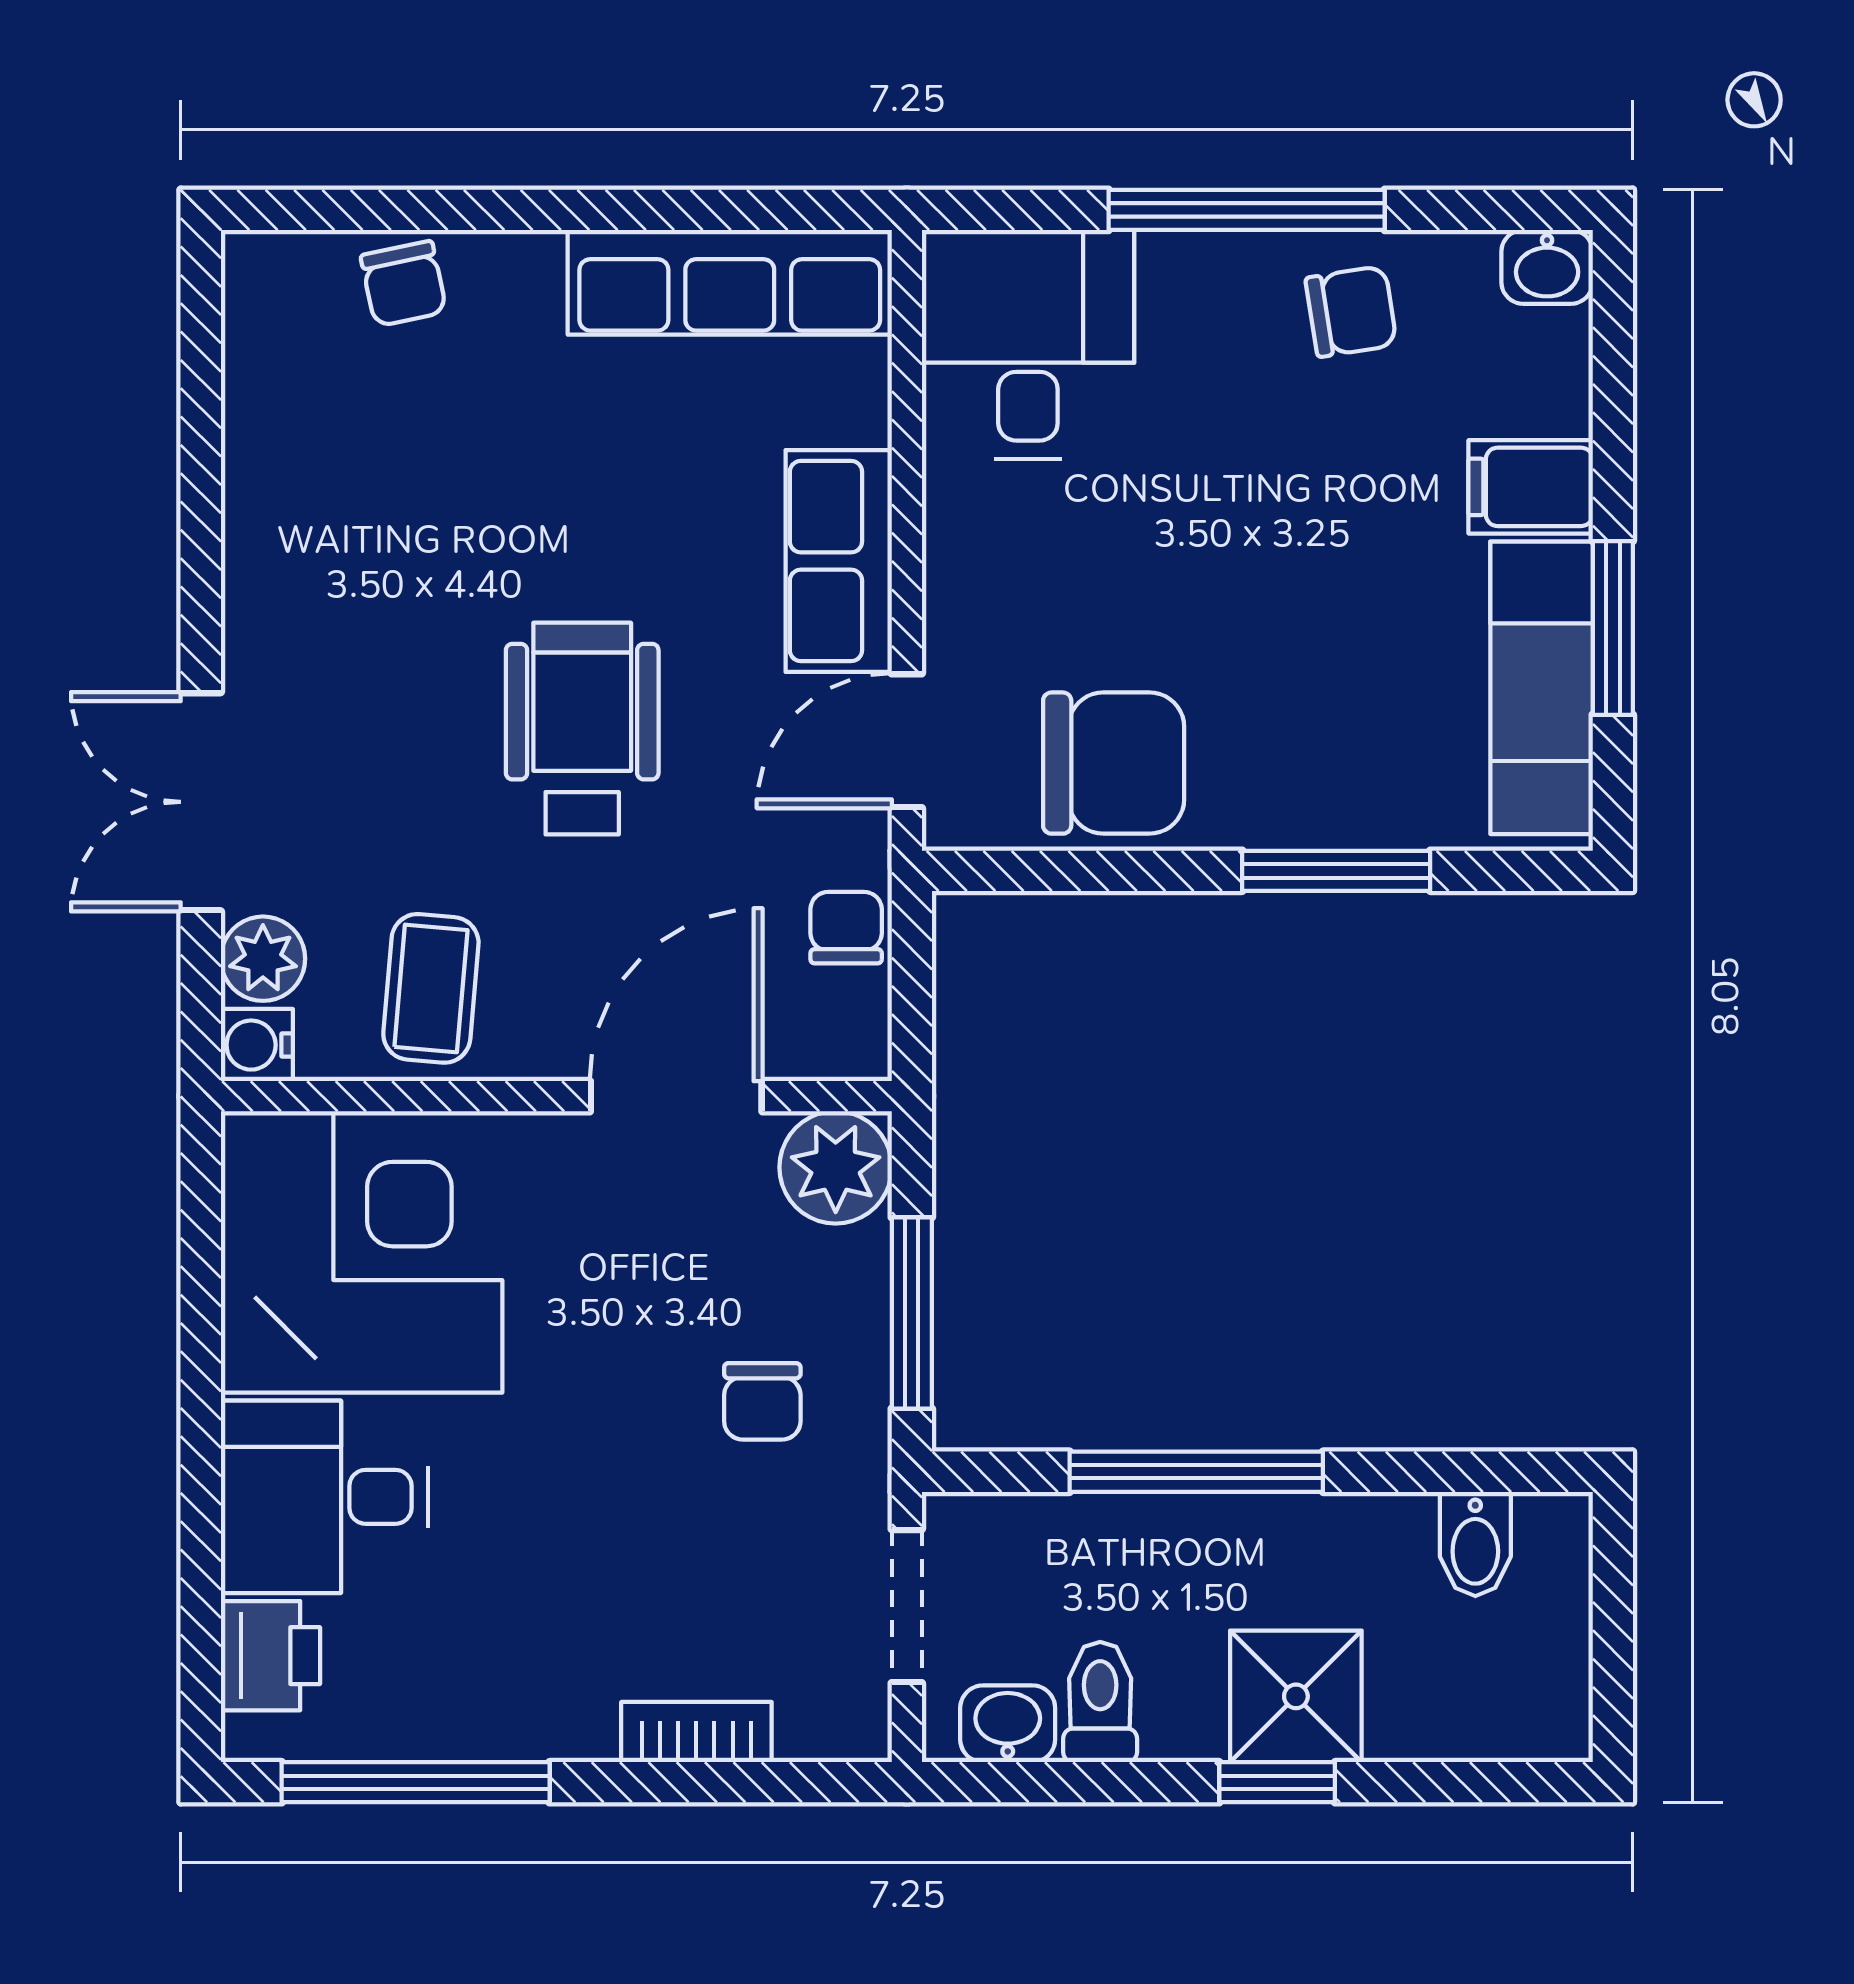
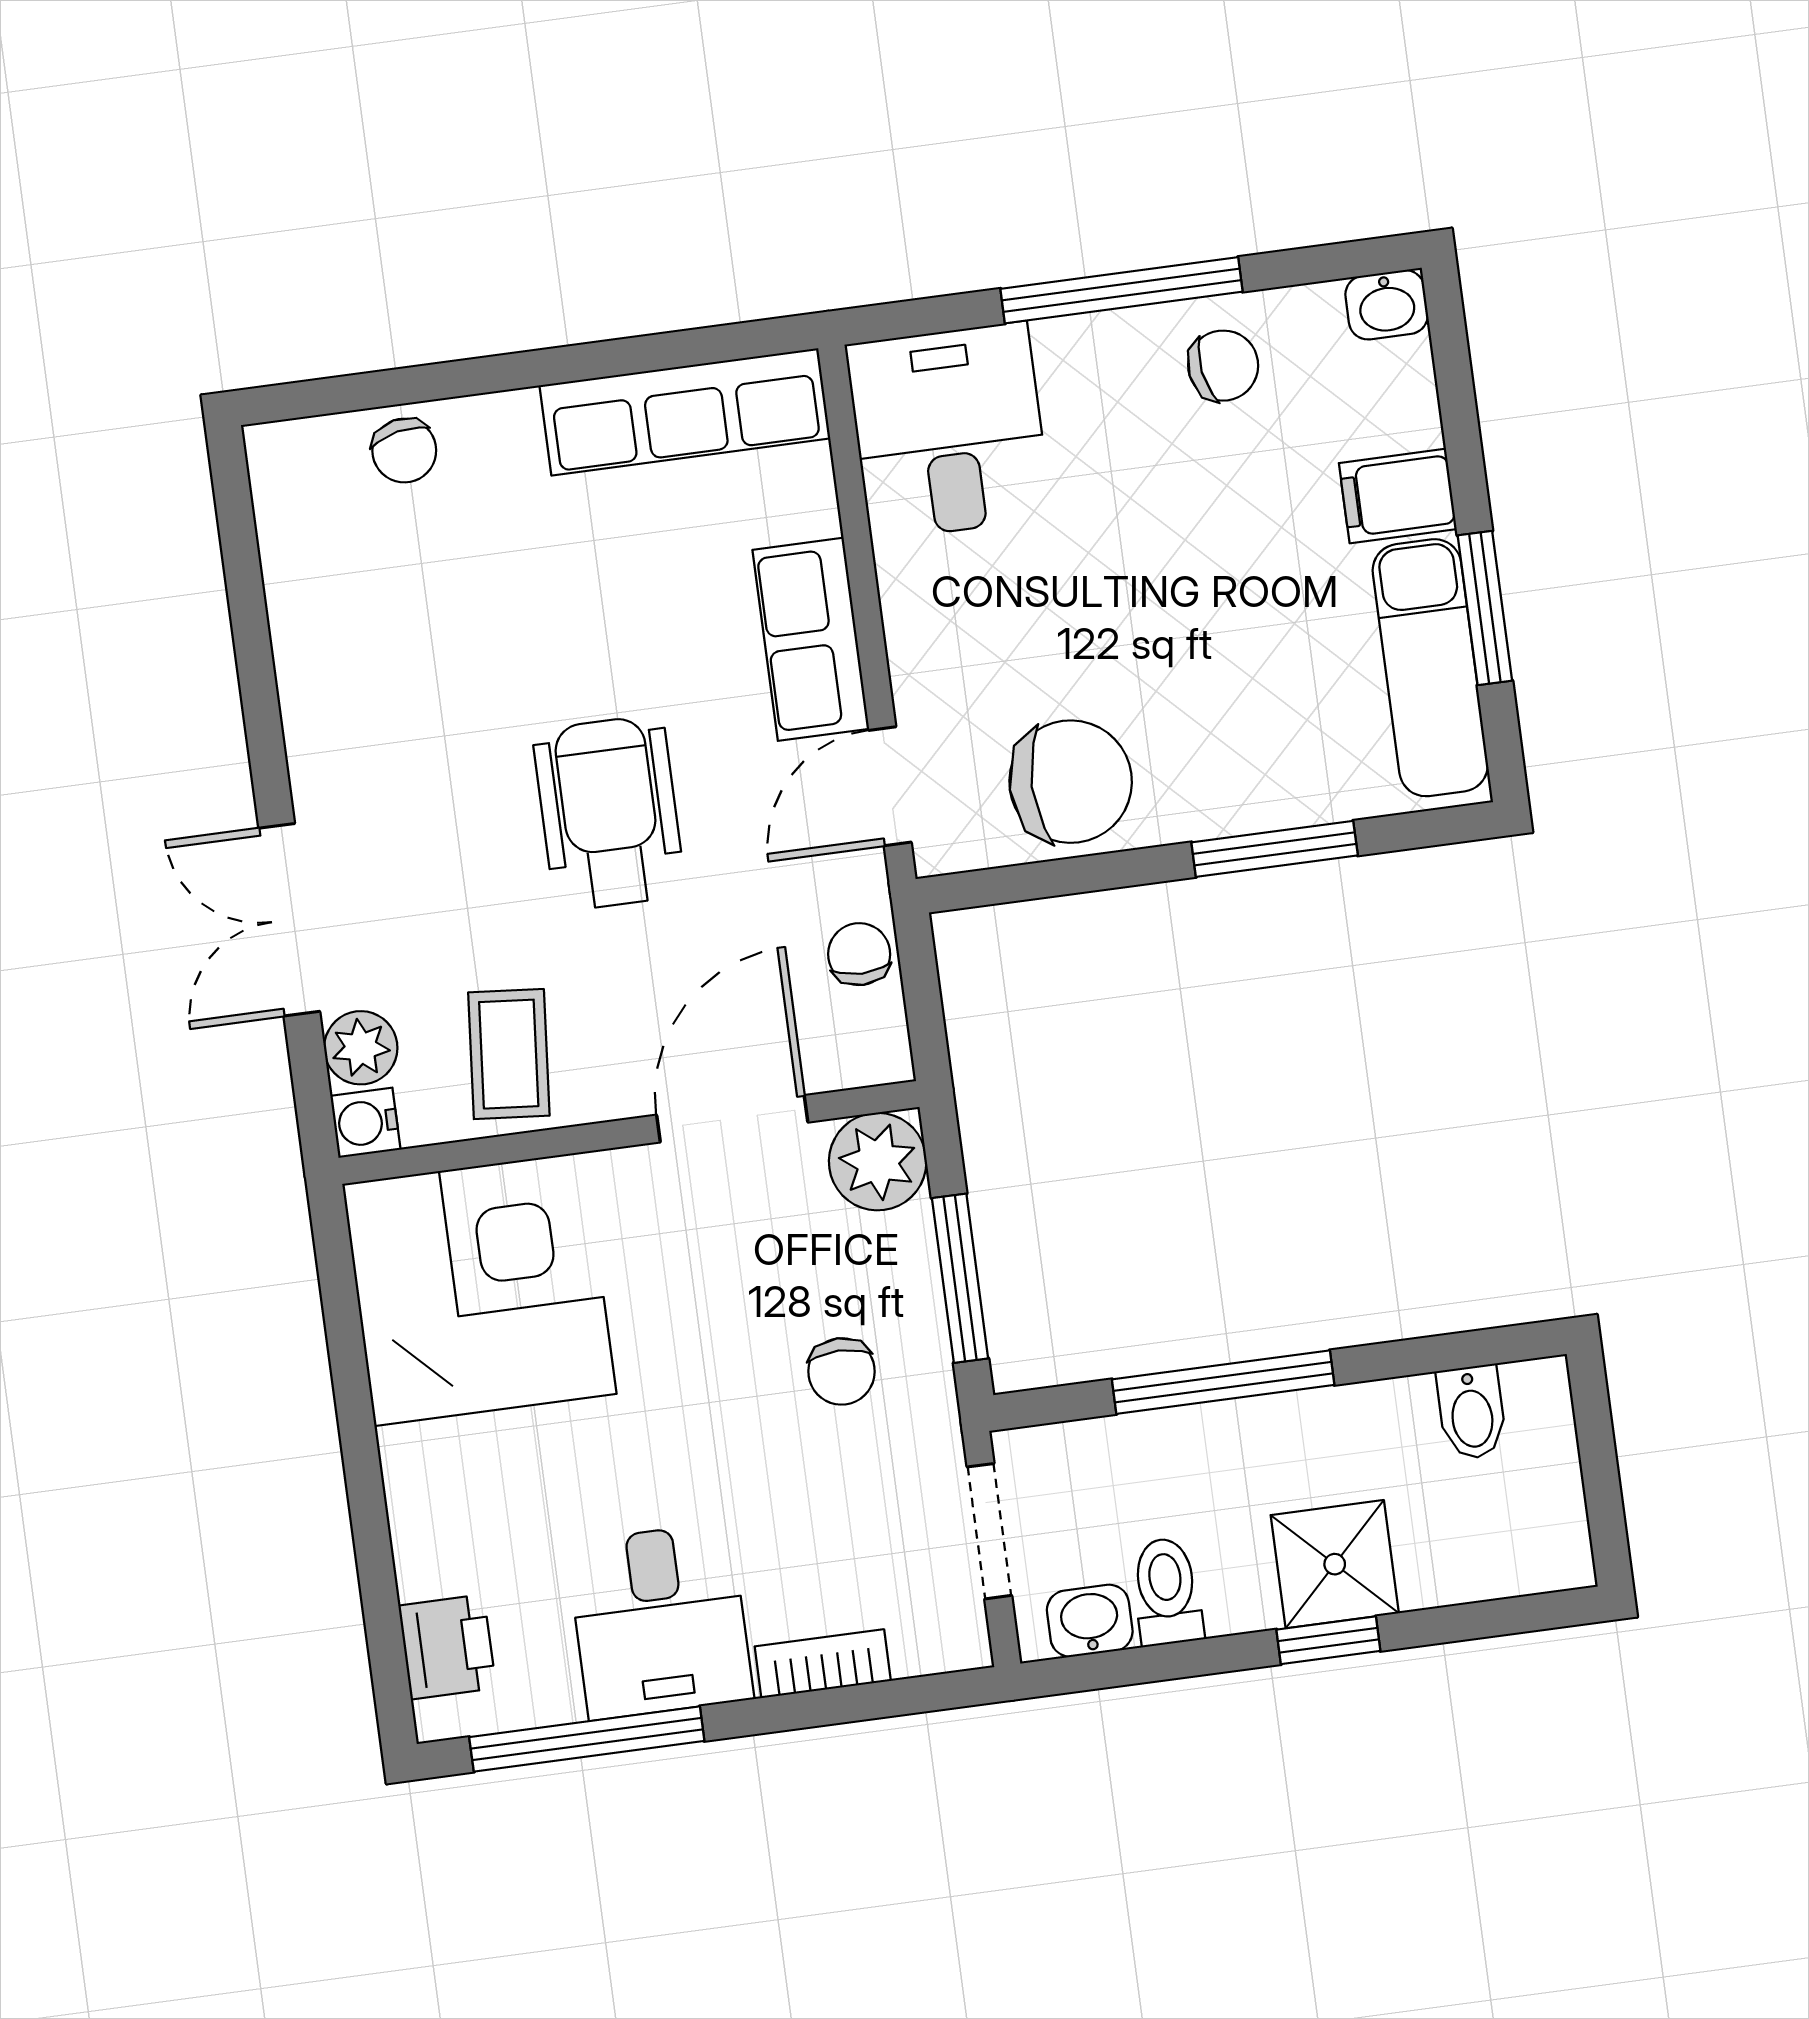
desk: (324, 1497) -> (660, 1621), moved, turned -90

